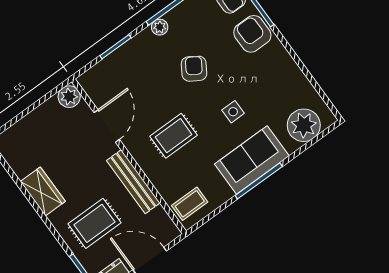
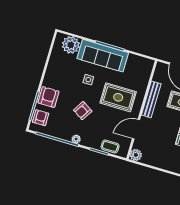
armchair: (252, 34) -> (49, 97), turned 180
rug: (174, 136) -> (118, 97), width x1.36, depth x1.43
sofa: (252, 160) -> (103, 56), width x1.36
coffee table: (190, 204) -> (110, 146), moved

